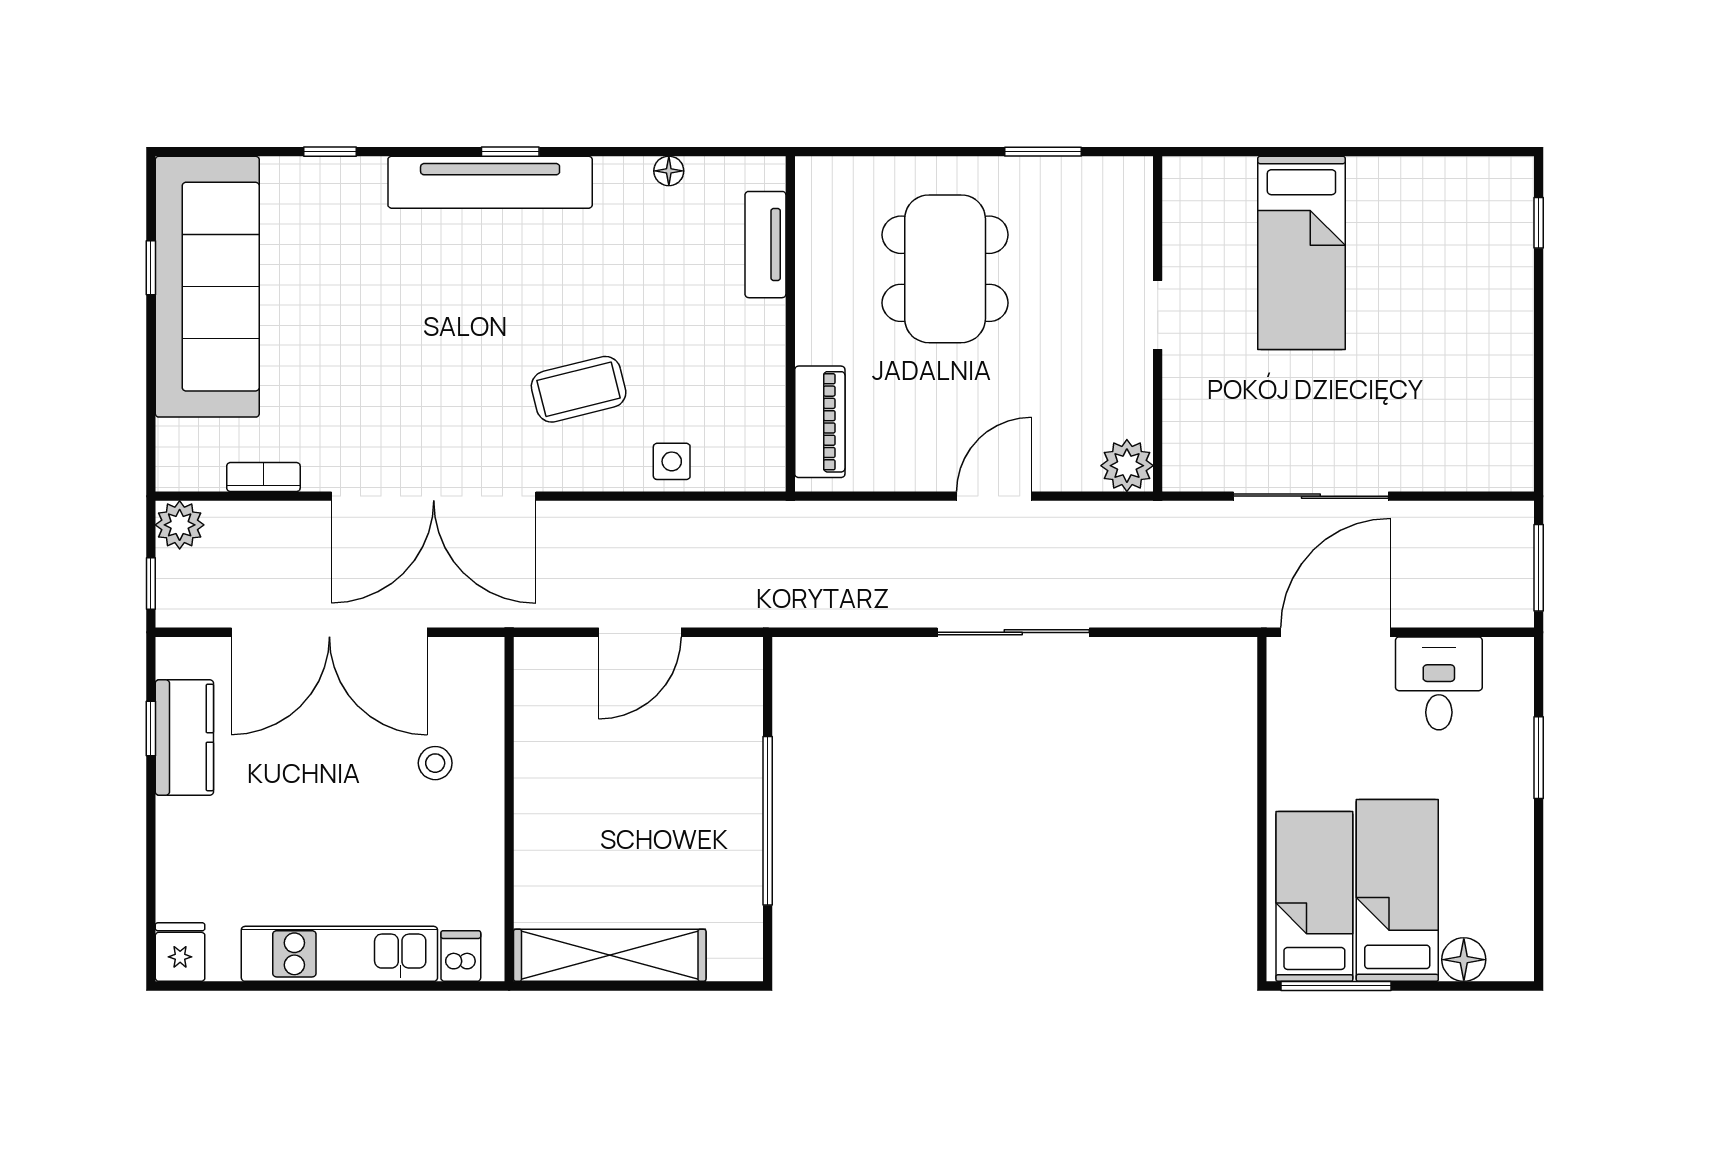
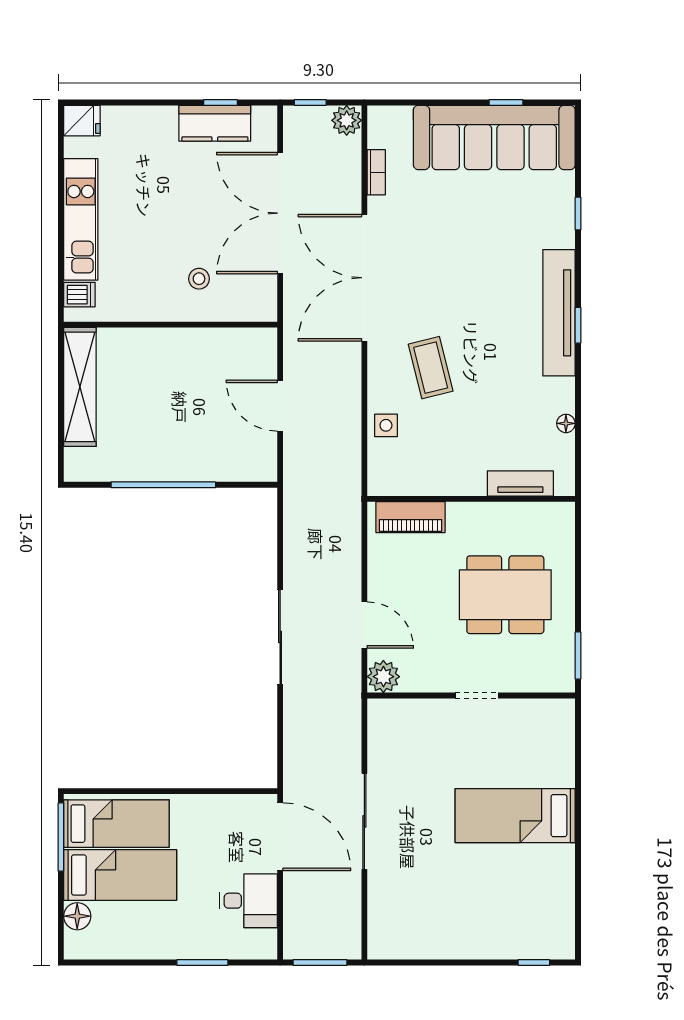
doorway: (1158, 315) -> (477, 696), moved
wall: (1158, 324) -> (471, 696), moved
plant: (1127, 466) -> (383, 677), moved

